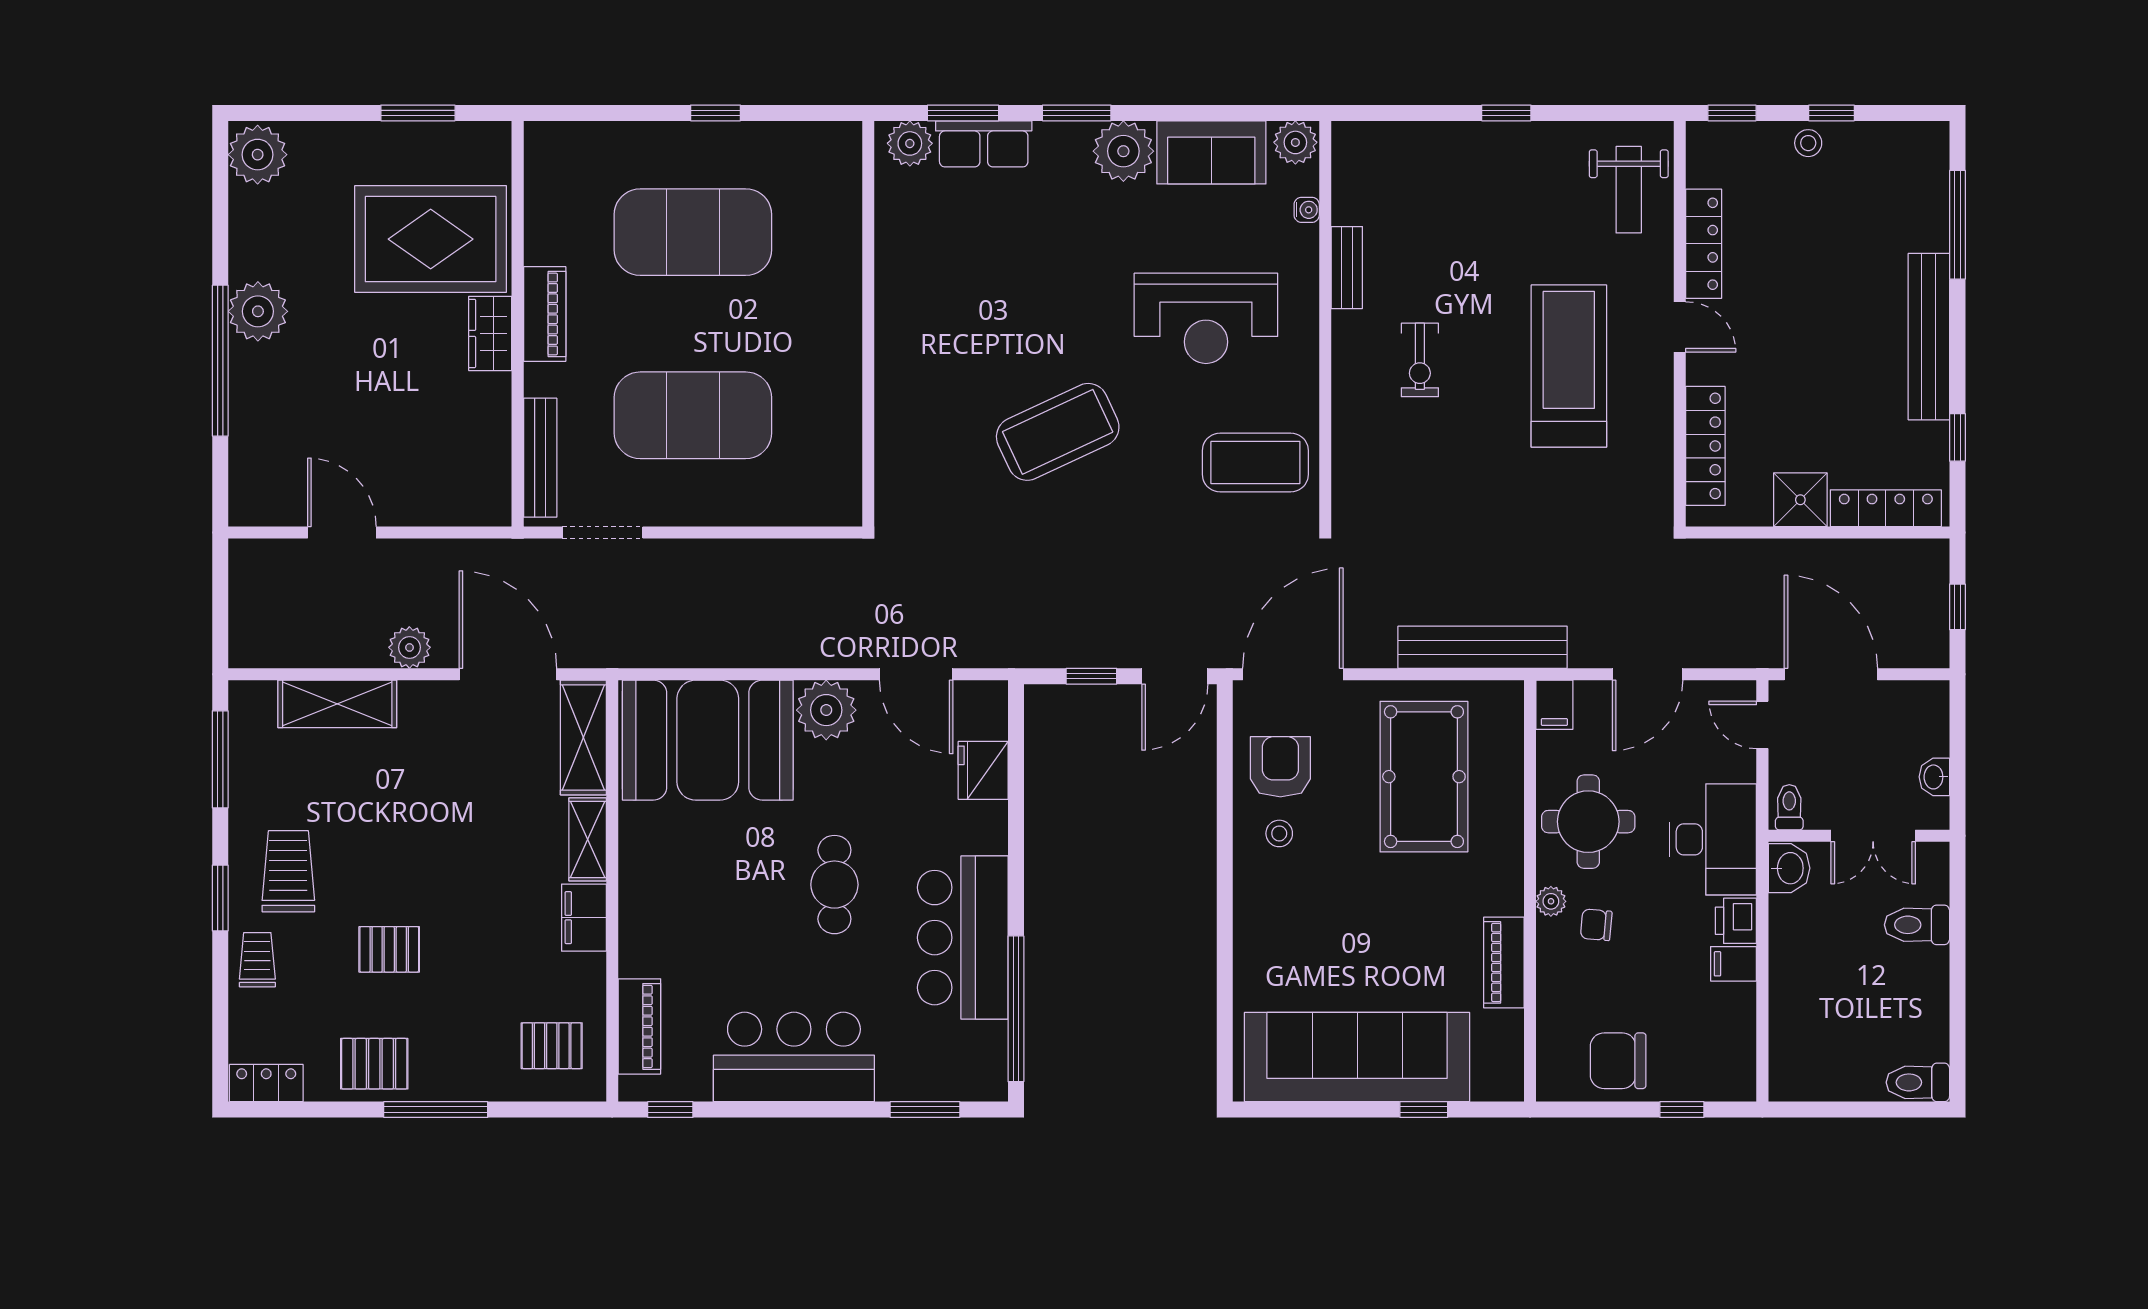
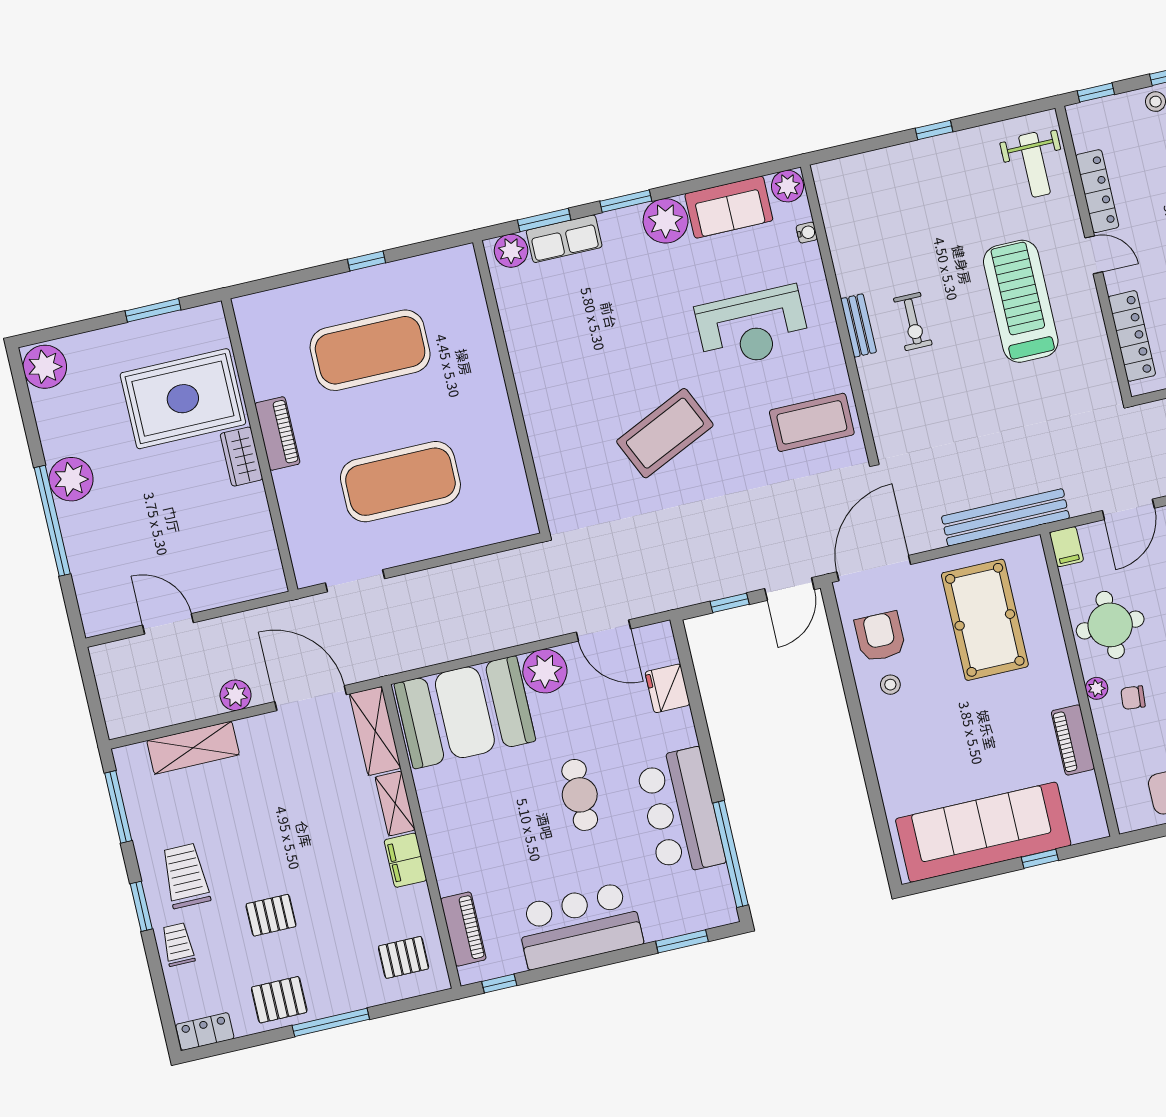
bench: (1347, 268) -> (859, 326), moved
bench: (540, 458) -> (298, 537), removed

